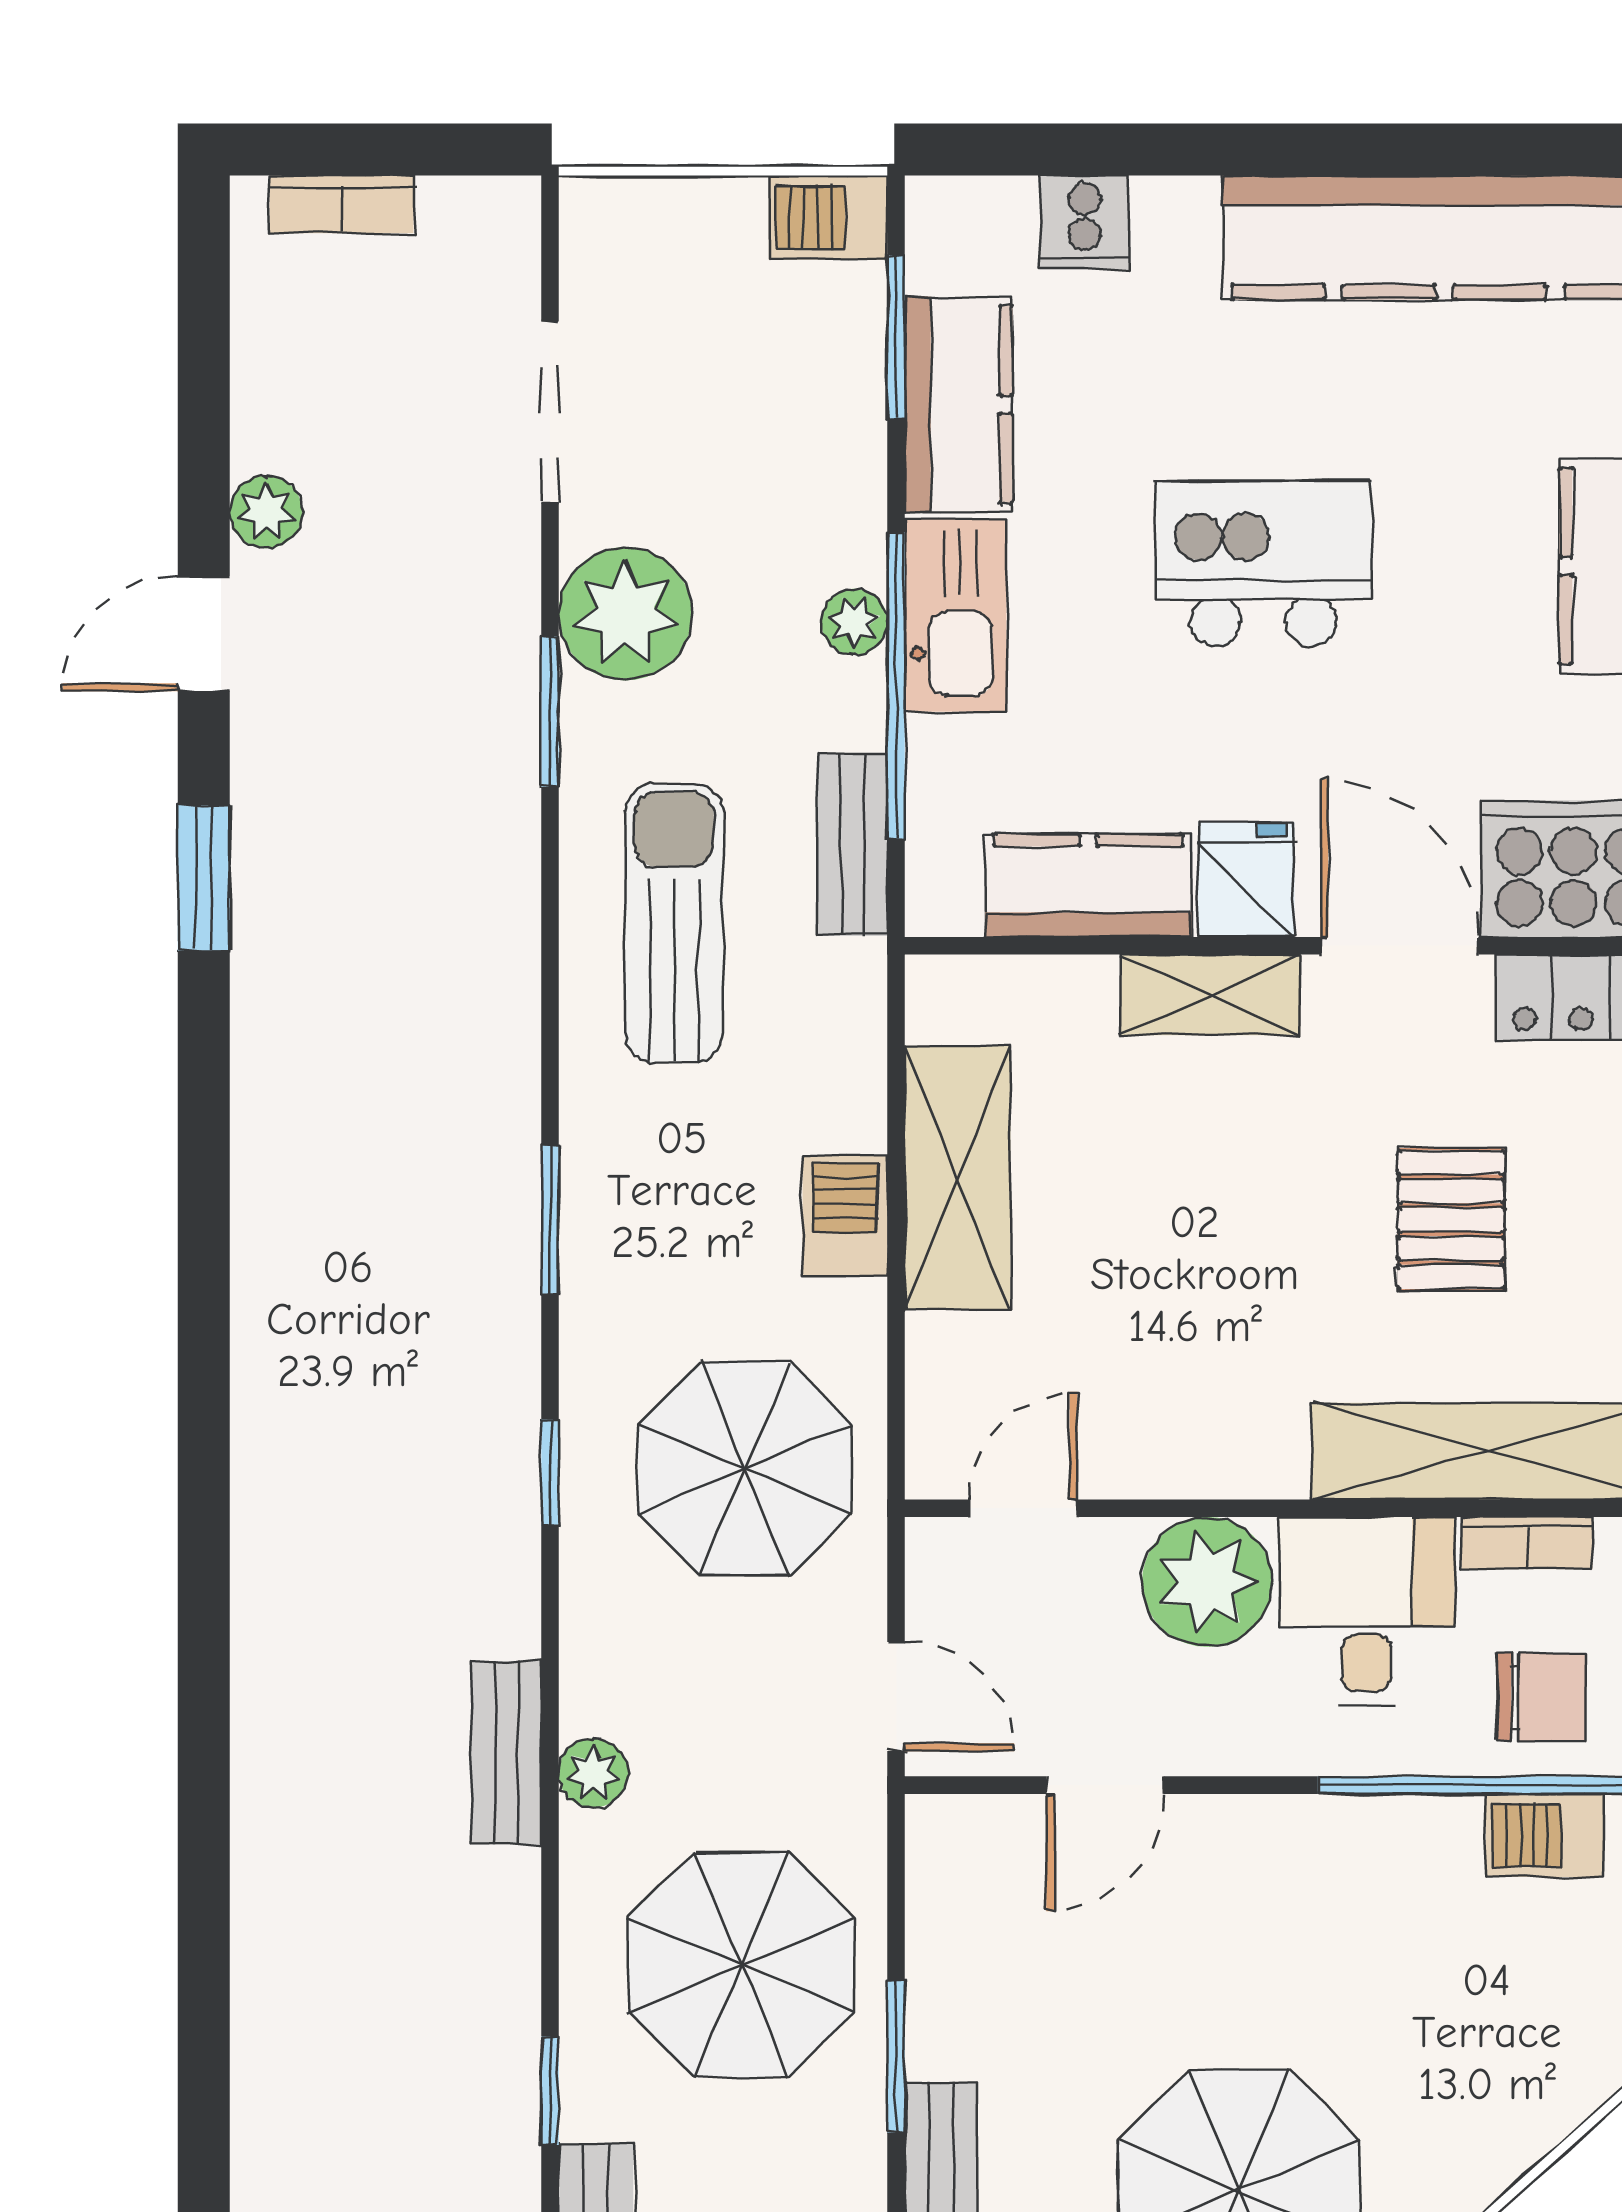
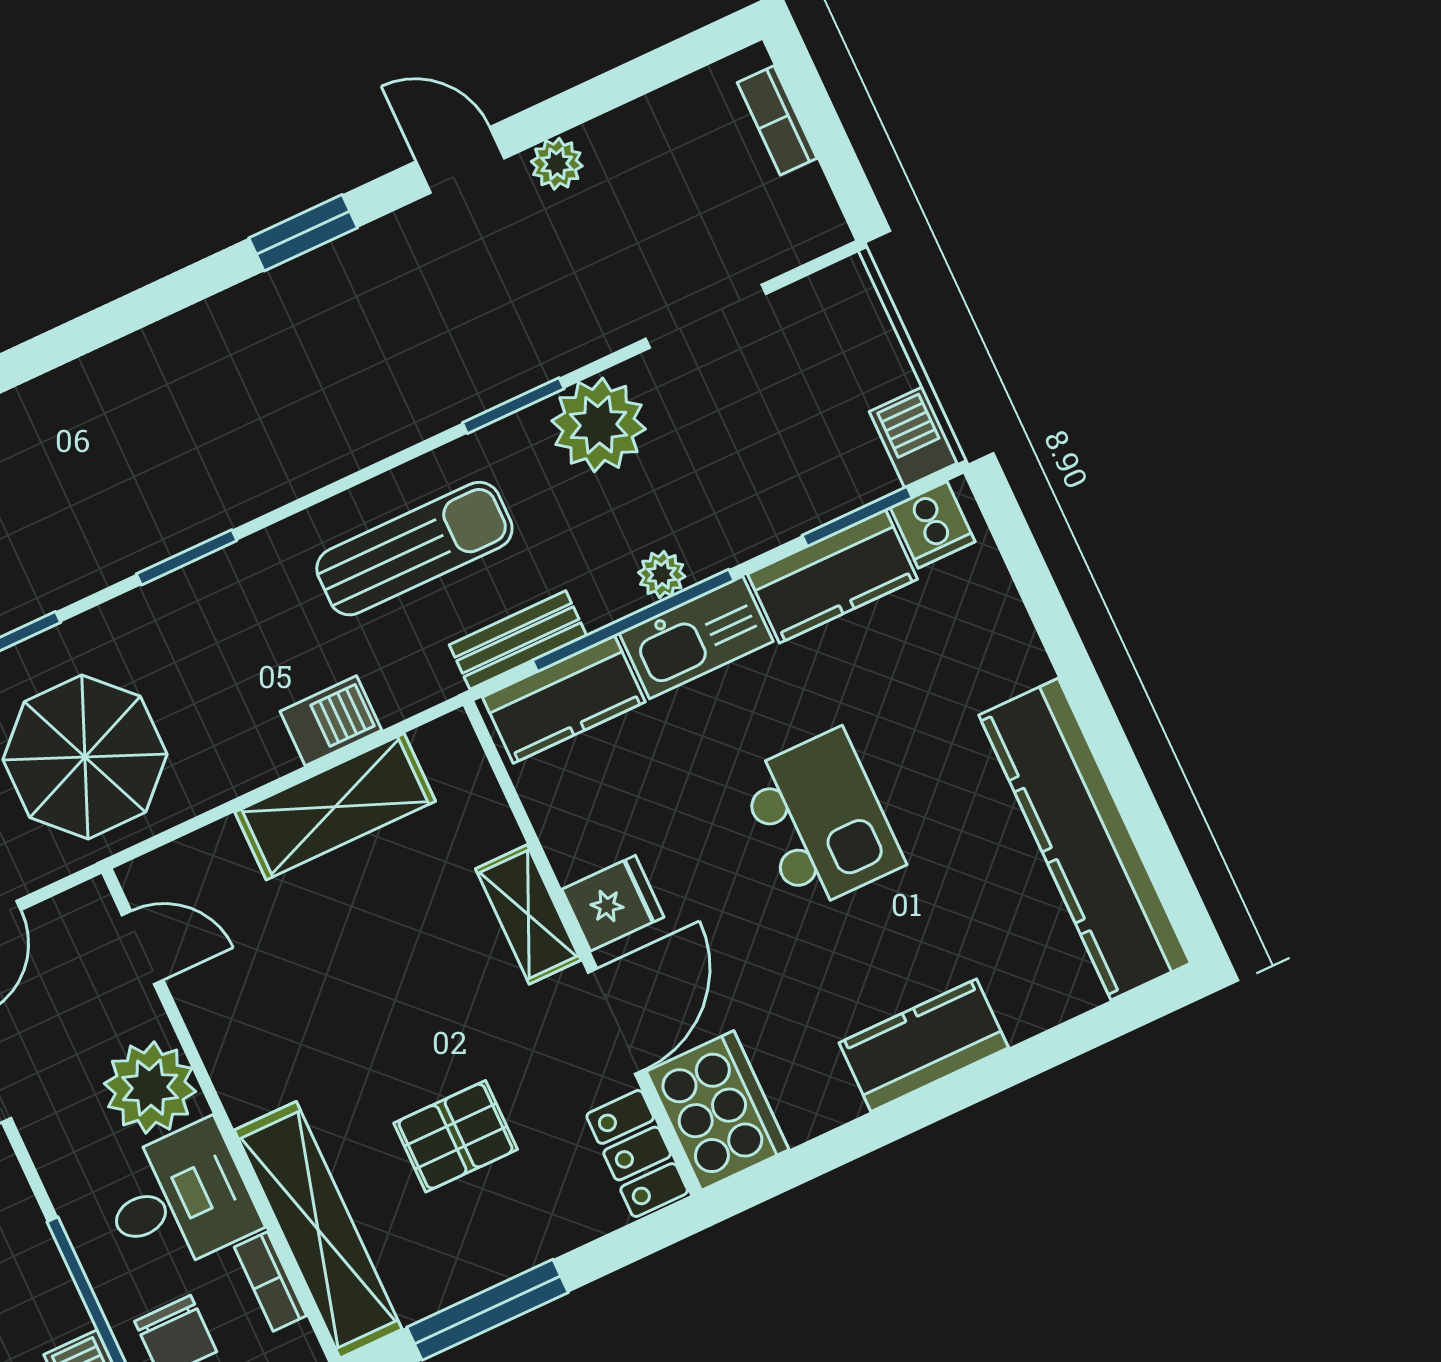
cooker: (1085, 222) -> (933, 525), moved, turned -90
kitchen counter: (1088, 886) -> (564, 700), moved, turned 90
barbecue: (845, 1215) -> (331, 721), moved

